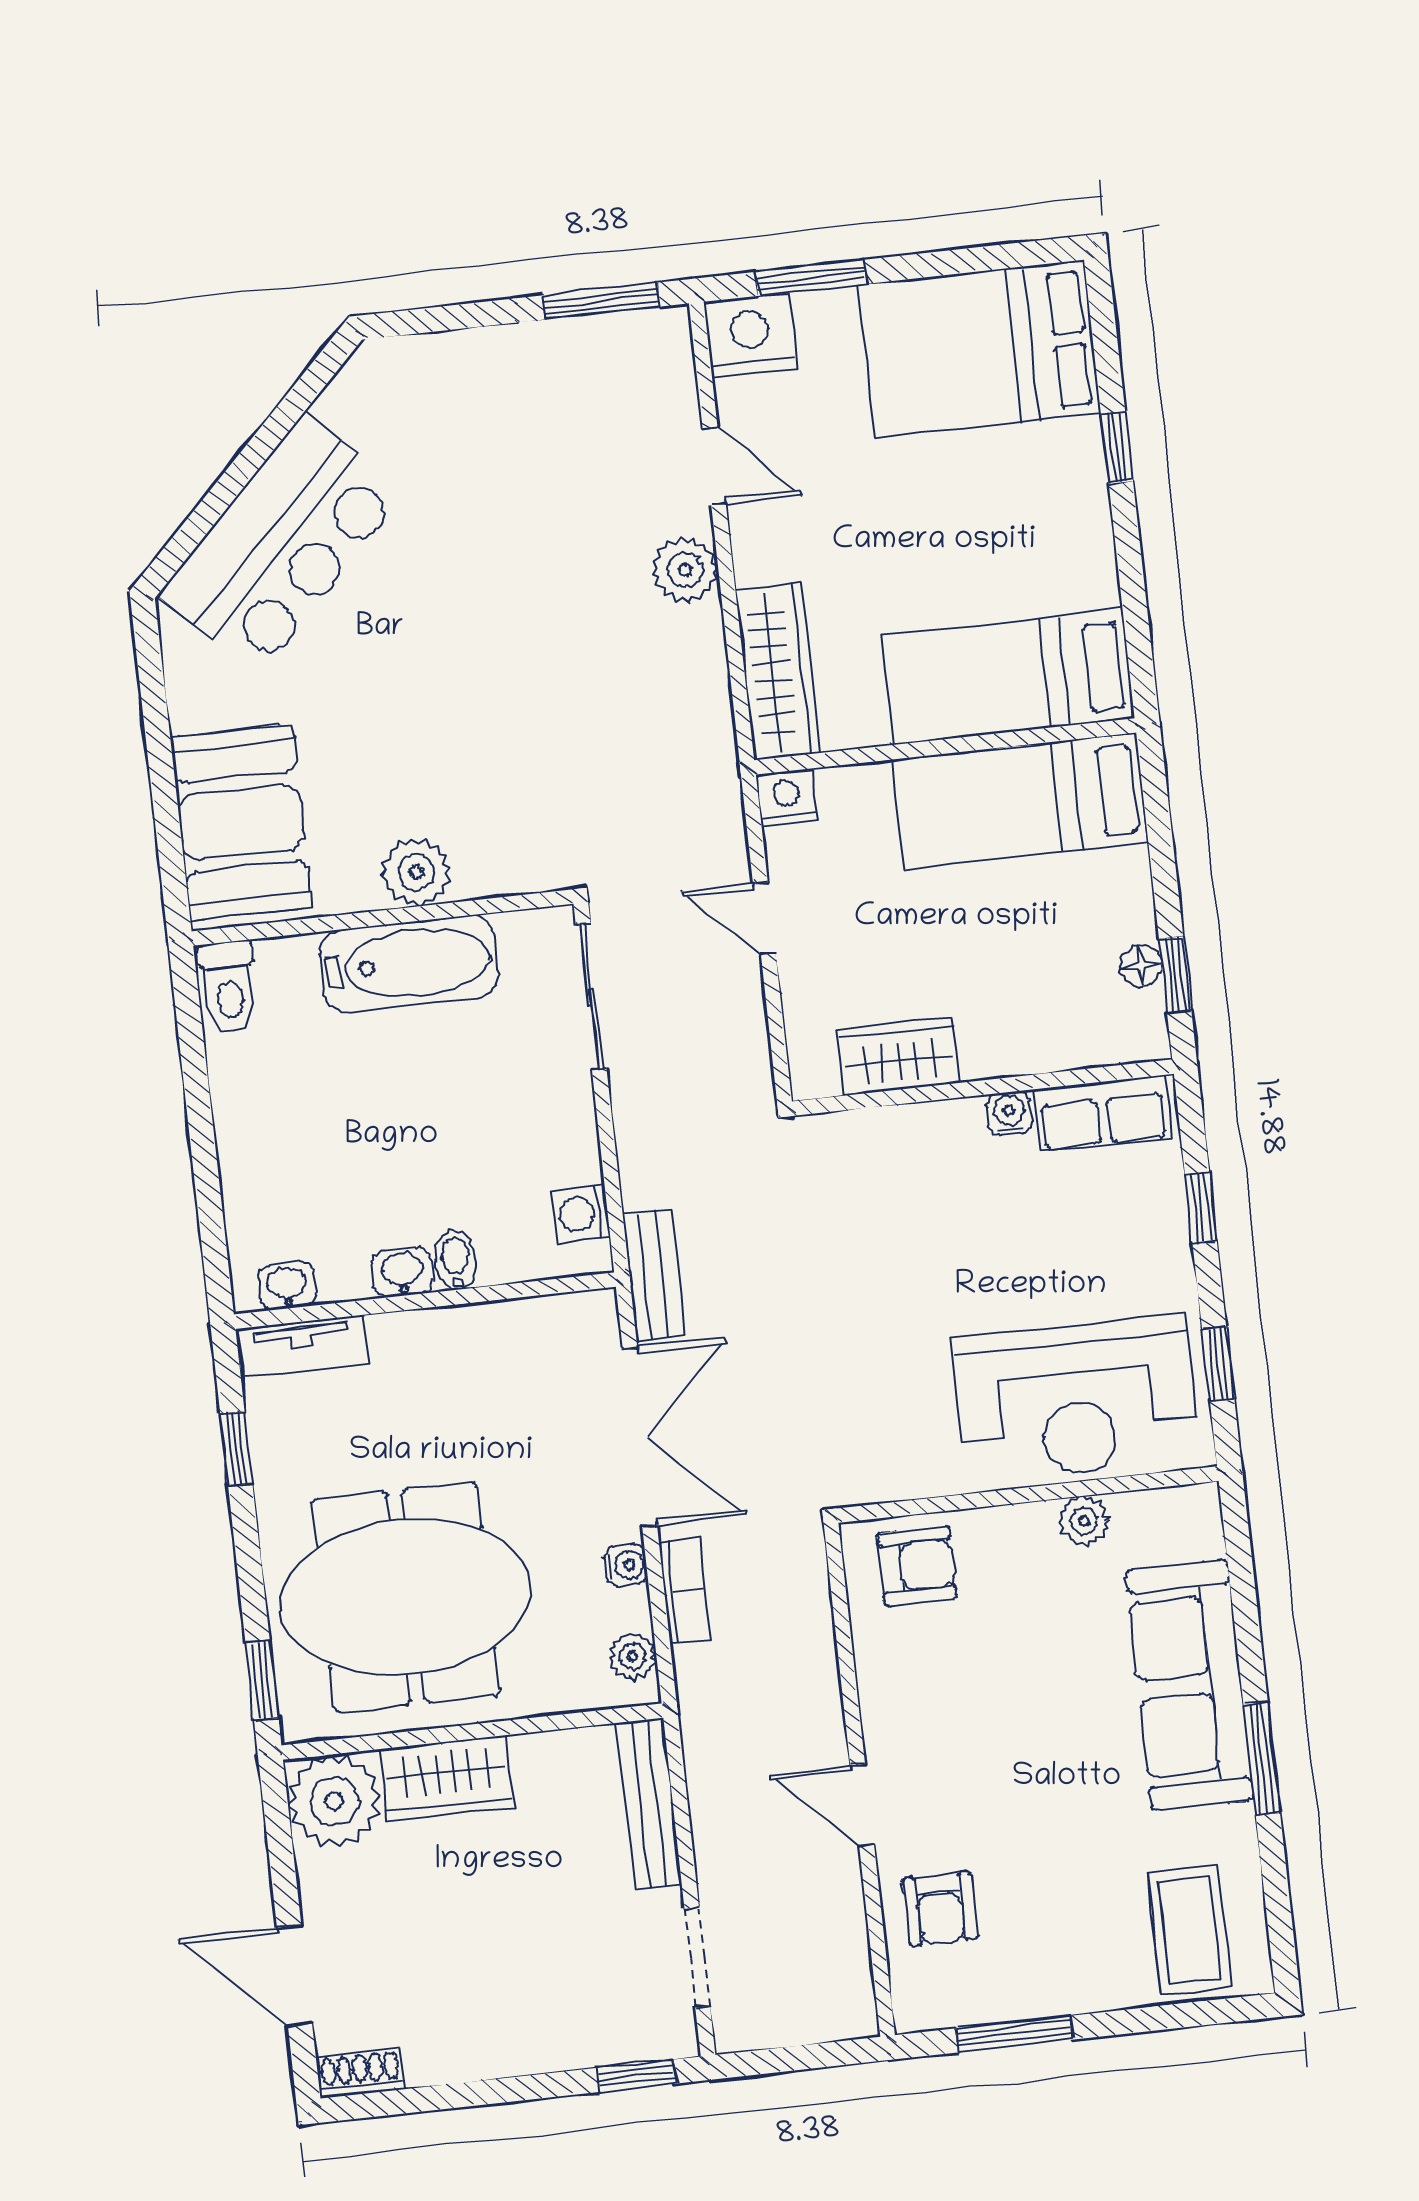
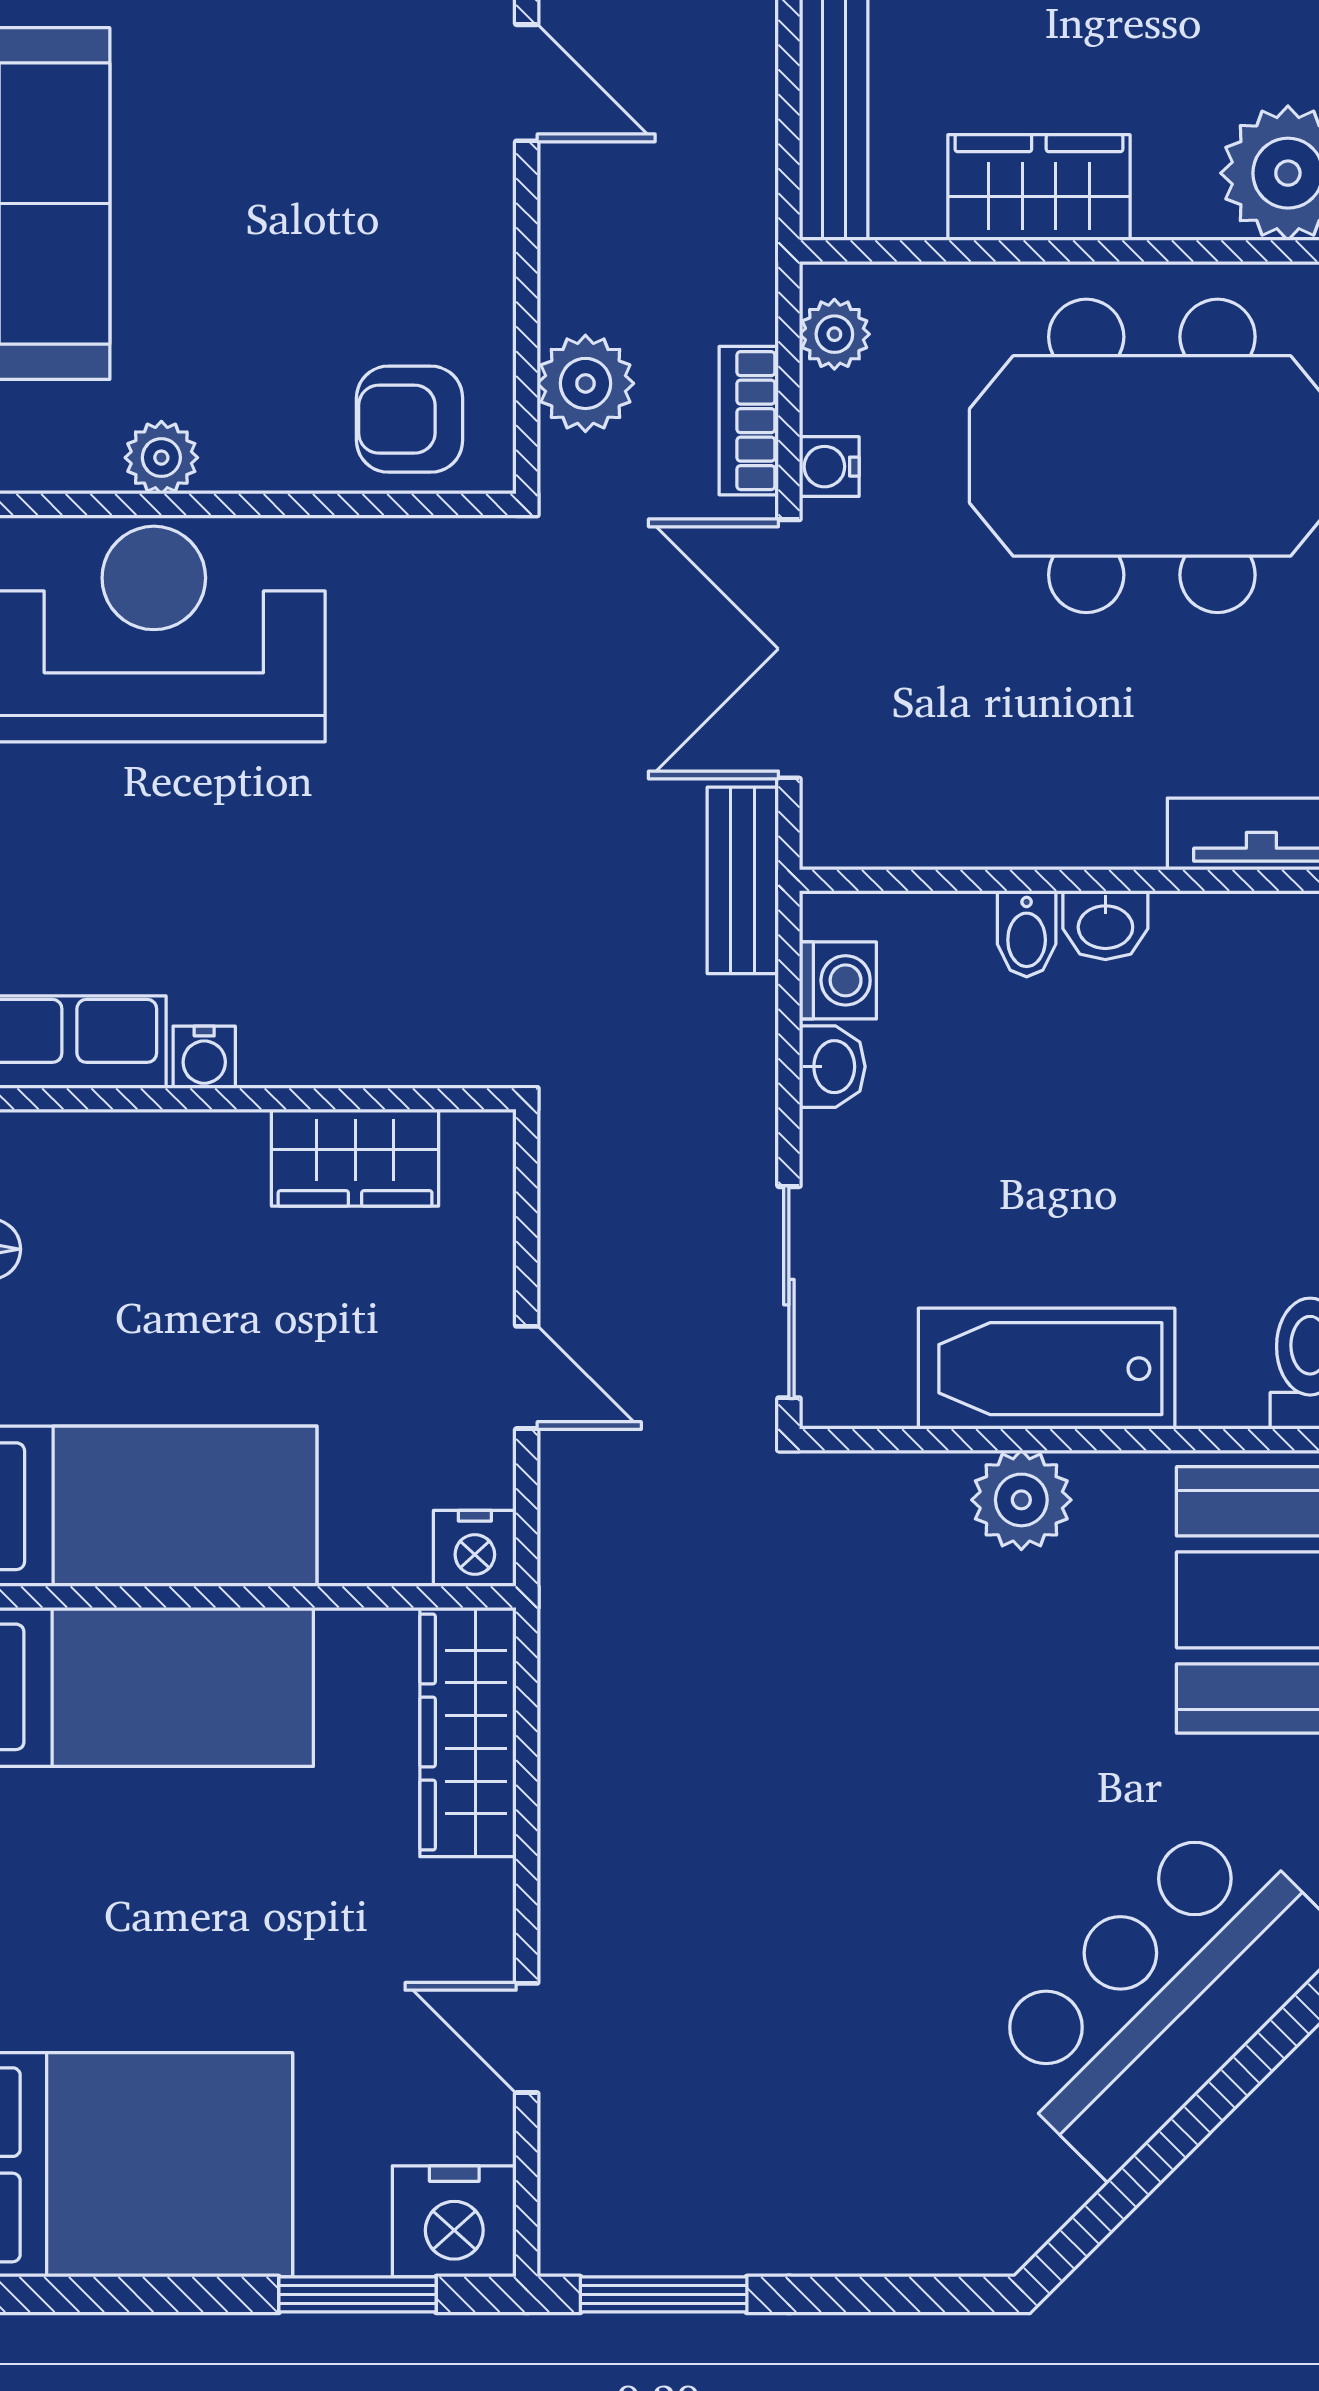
plant: (685, 570) -> (585, 383), moved
washbasin: (287, 1286) -> (832, 1067), moved, turned -90
wardrobe: (446, 1778) -> (1039, 188), moved

